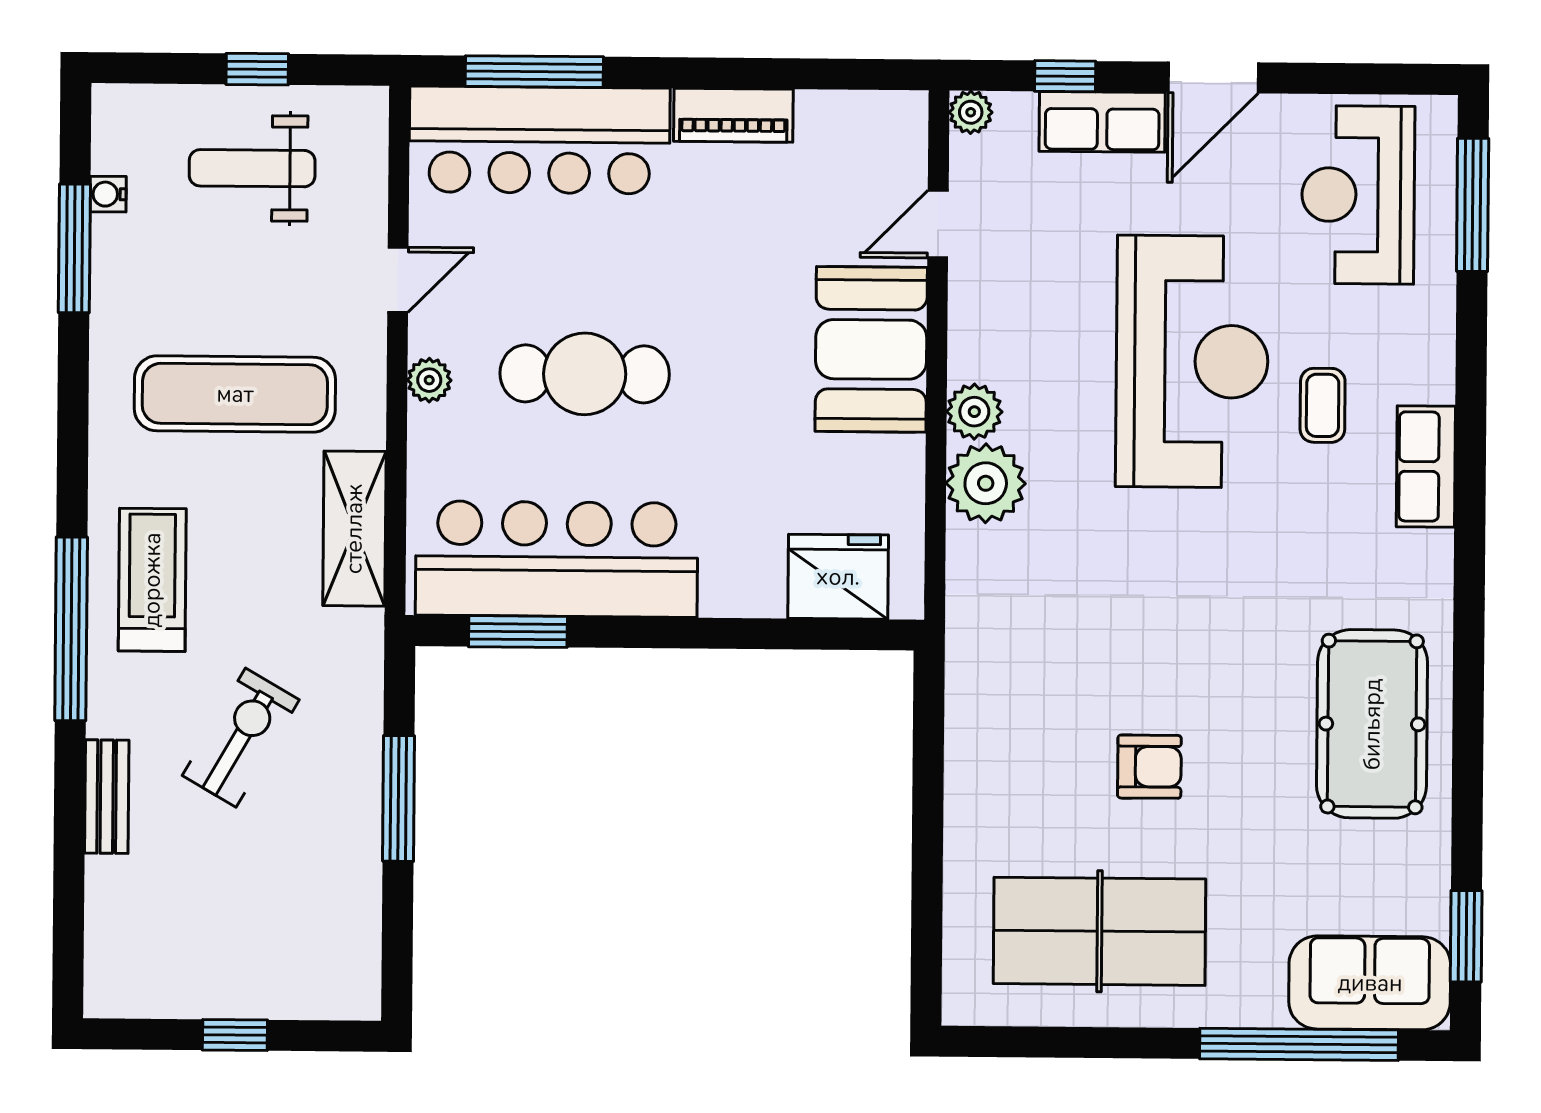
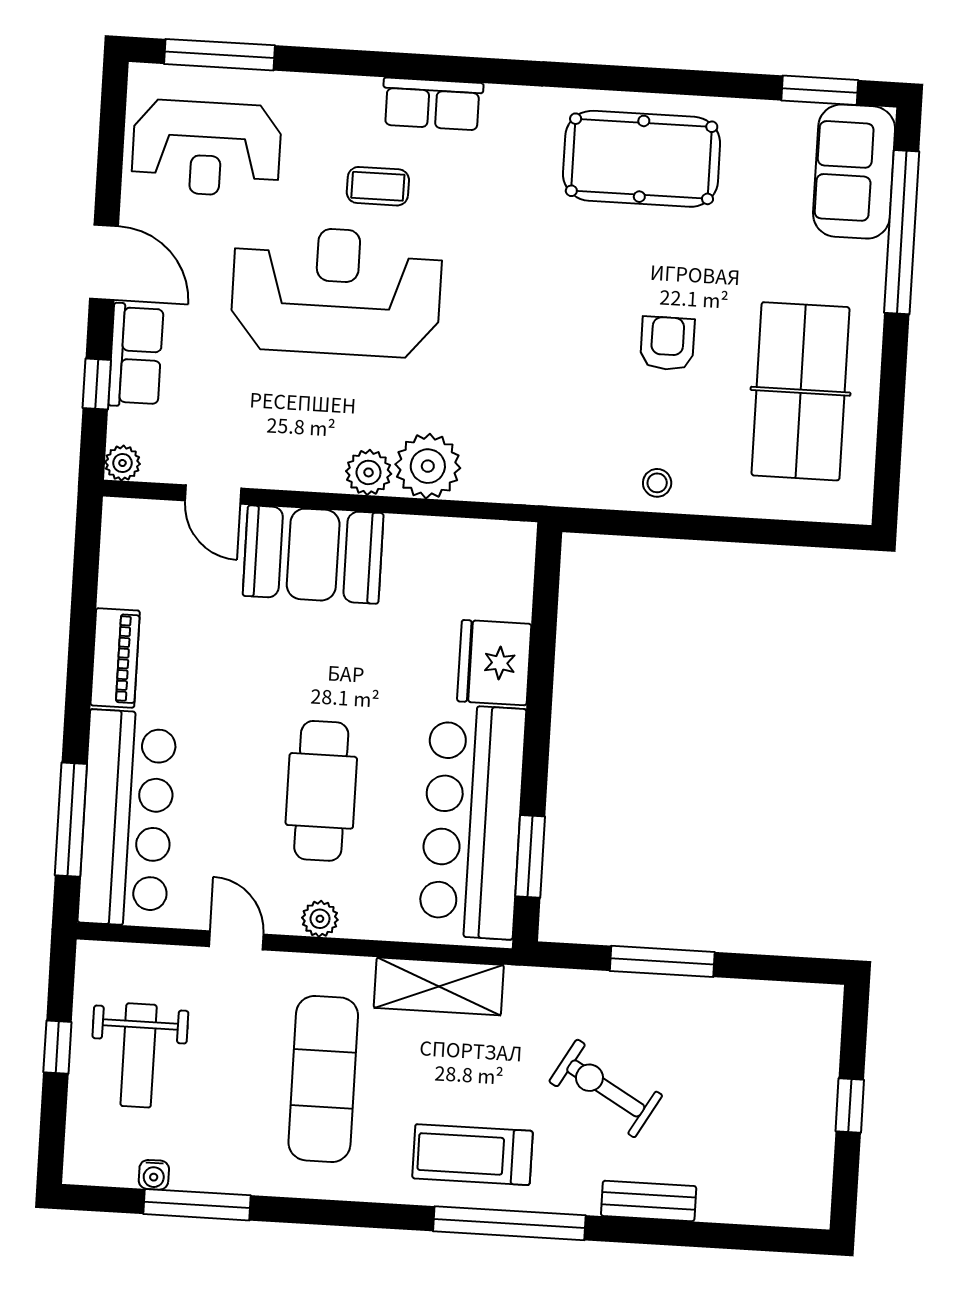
fridge: (838, 577) -> (494, 663), moved
stool: (979, 763) -> (657, 483), added

